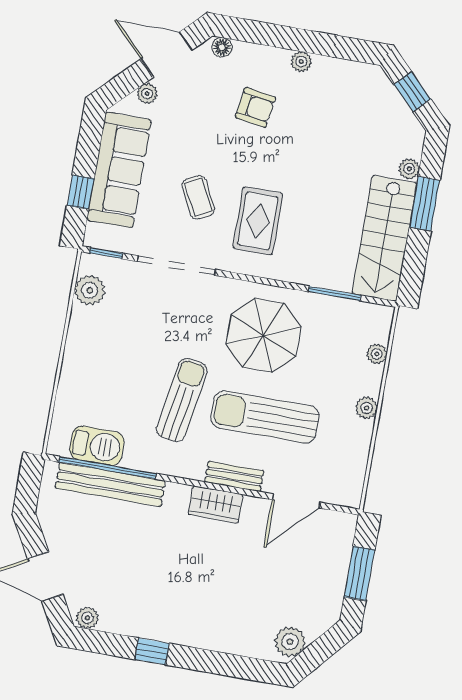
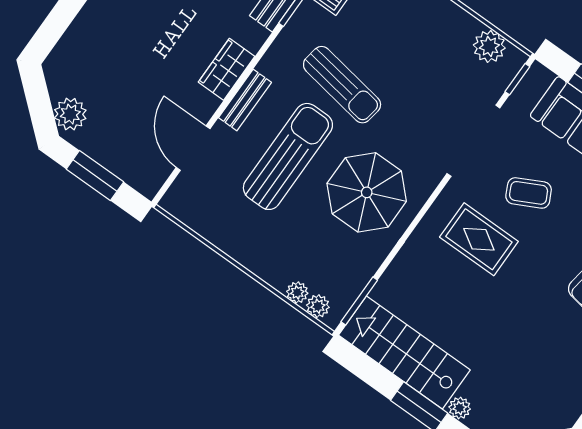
window: (335, 293) -> (359, 301), moved
plant: (367, 408) -> (318, 306), moved
plant: (290, 642) -> (70, 114), moved

